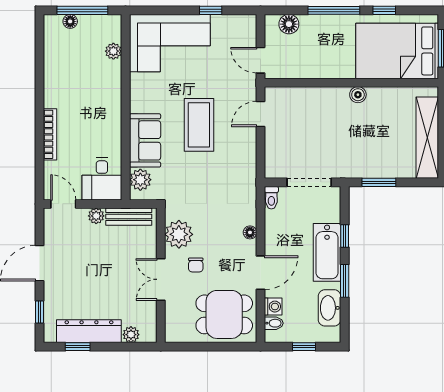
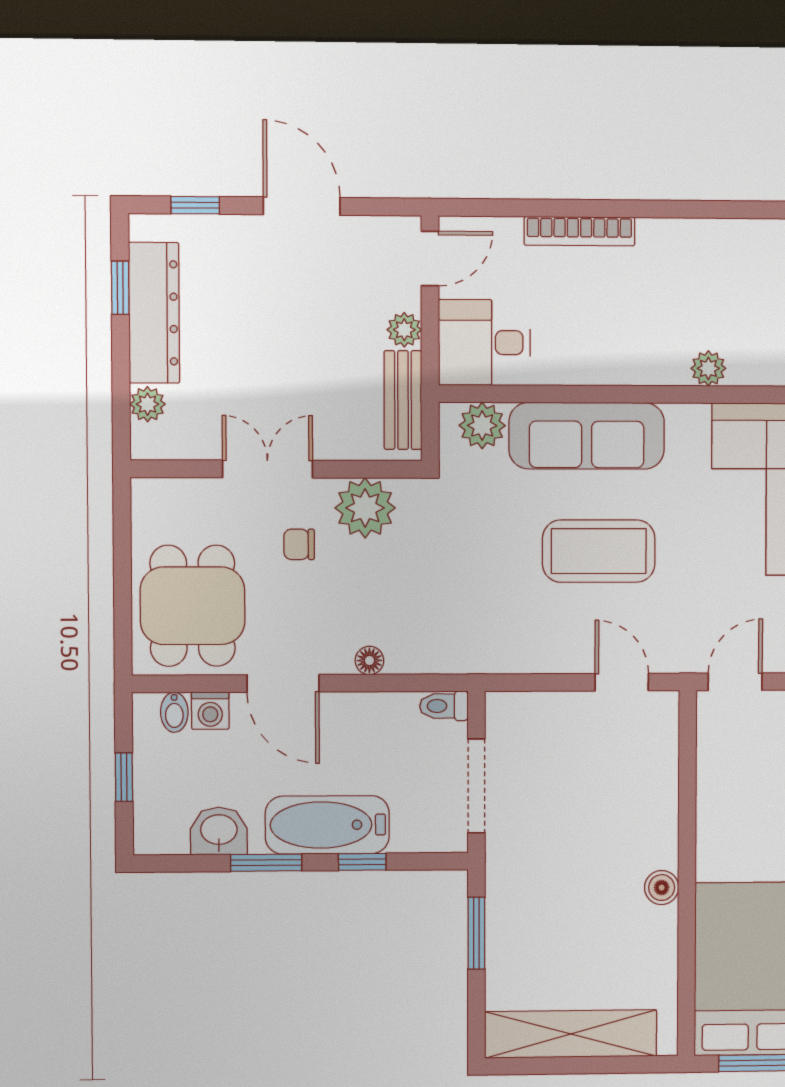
plant: (113, 51) -> (708, 368), moved
sofa: (145, 140) -> (587, 436), width x1.36
washbasin: (330, 308) -> (219, 831), width x0.72

